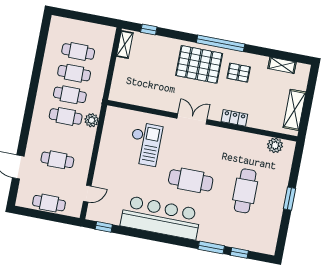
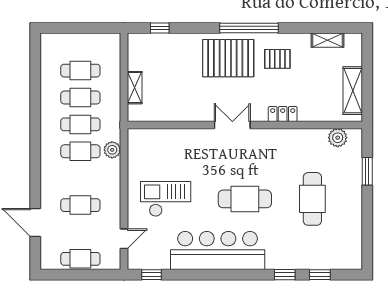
shelving: (125, 44) -> (135, 88), moved
checkout: (145, 144) -> (166, 199), moved, turned -90
window: (289, 199) -> (367, 171), moved
window: (211, 247) -> (285, 275), width x0.67

